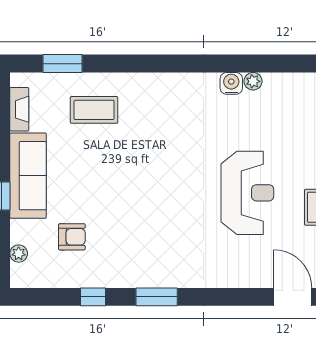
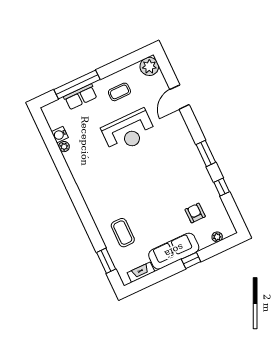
plant: (253, 81) -> (64, 147), moved
water cooler: (231, 83) -> (60, 135), moved
reception desk: (247, 193) -> (129, 131), turned 180
door: (293, 297) -> (179, 97), moved

